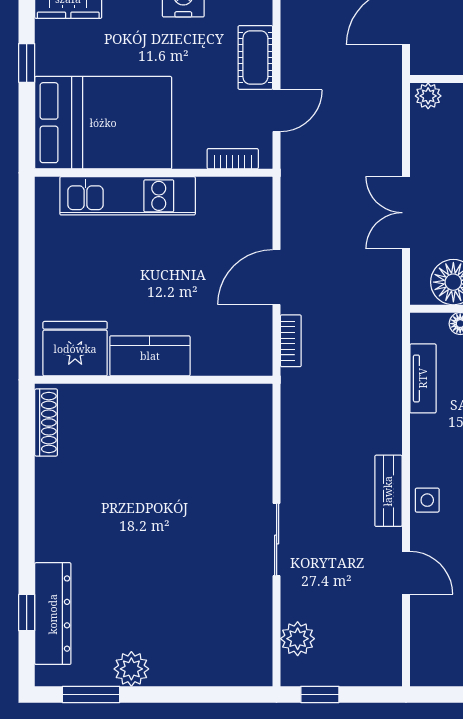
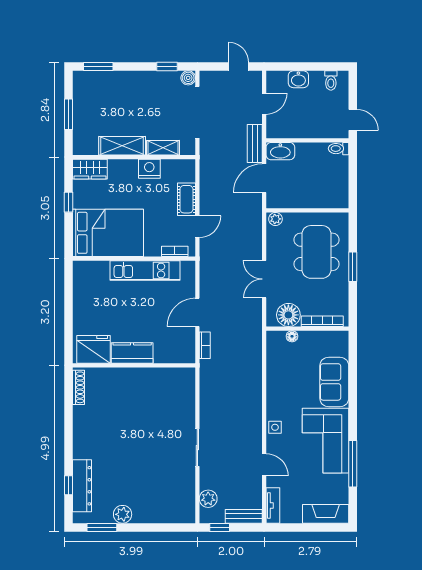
kitchen unit: (128, 196) -> (145, 271), moved
tv unit: (423, 378) -> (273, 505), moved
bench: (388, 491) -> (244, 516), moved, turned 90

